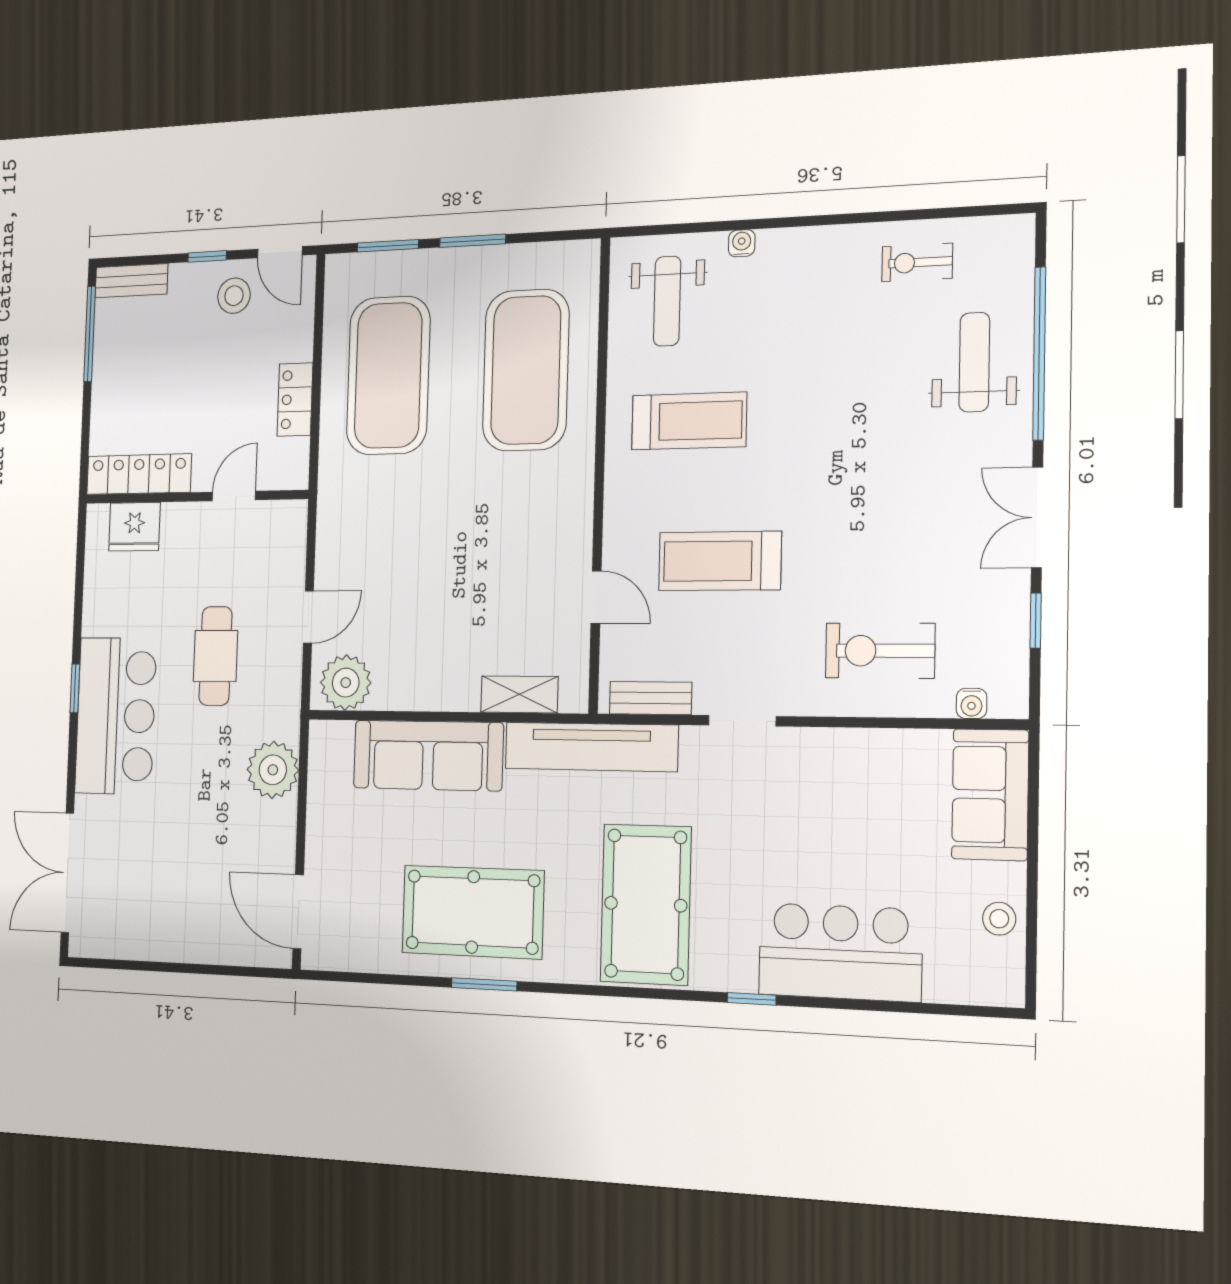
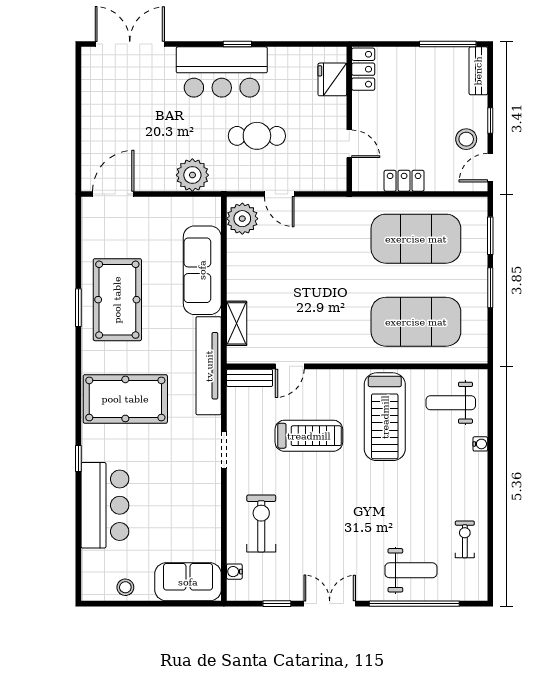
treadmill: (689, 421) -> (385, 417), width x1.37, depth x1.38
locker: (139, 474) -> (363, 69), width x0.66
treadmill: (720, 561) -> (309, 436), turned 90
bench: (651, 698) -> (250, 378), moved, turned 90

